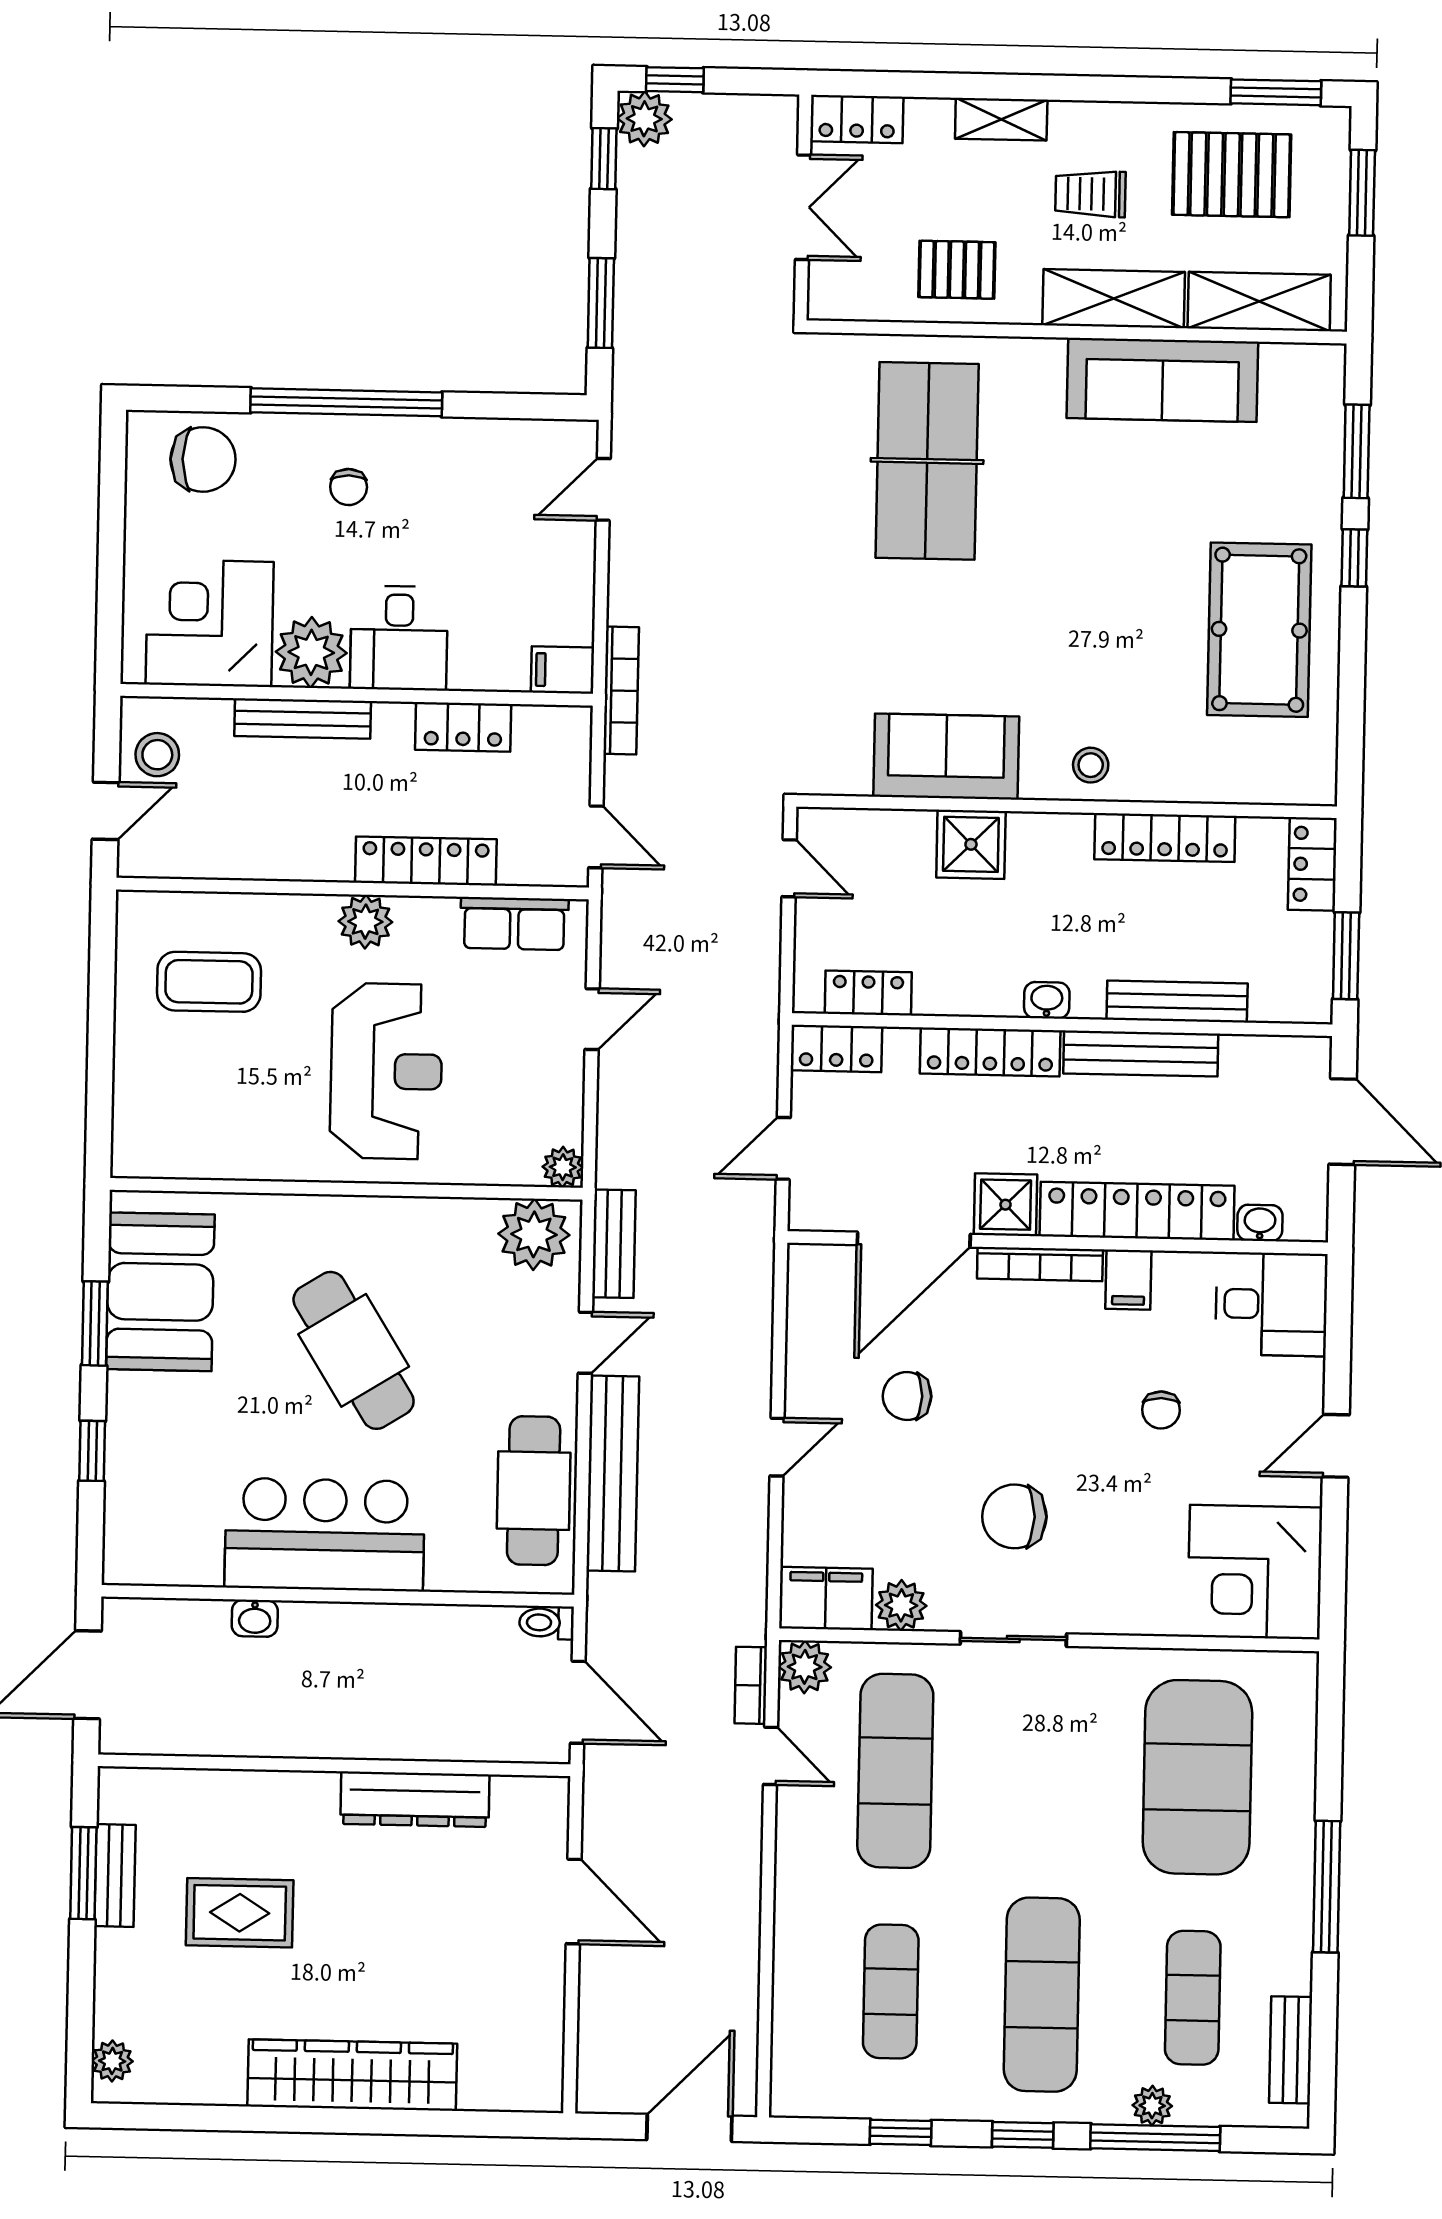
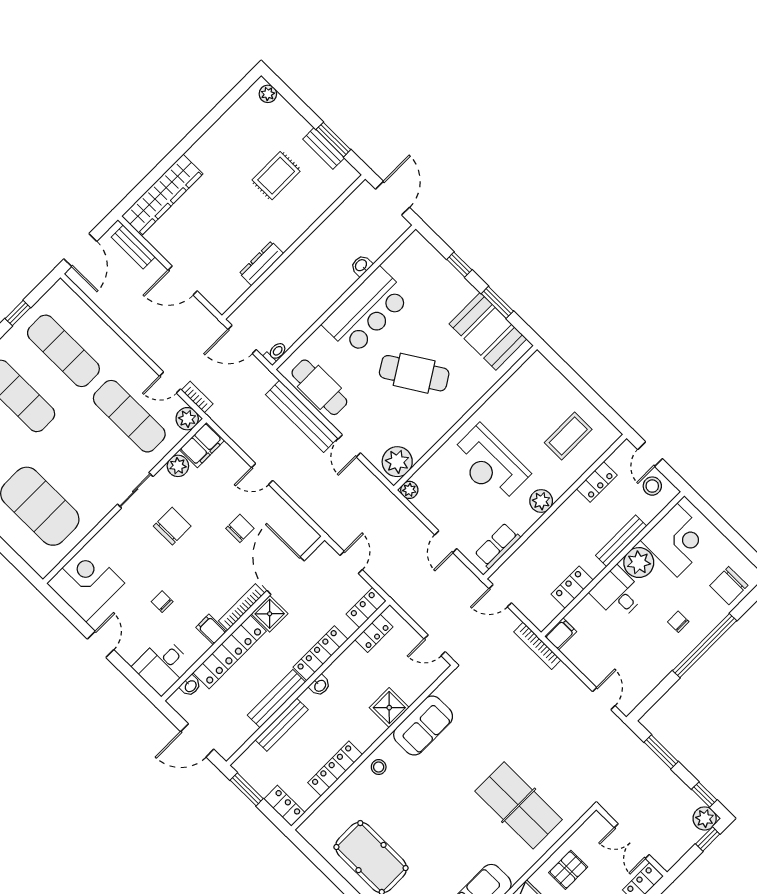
locker: (426, 861) -> (597, 482), moved, width x0.66
bench: (614, 1244) -> (133, 247), moved
door: (777, 1447) -> (262, 474), hinge flipped
dresser: (415, 1799) -> (261, 263), width x0.73, depth x0.80
exercise mat: (891, 1991) -> (63, 351), width x1.36, depth x1.45
wardrobe: (352, 2075) -> (162, 195), moved

